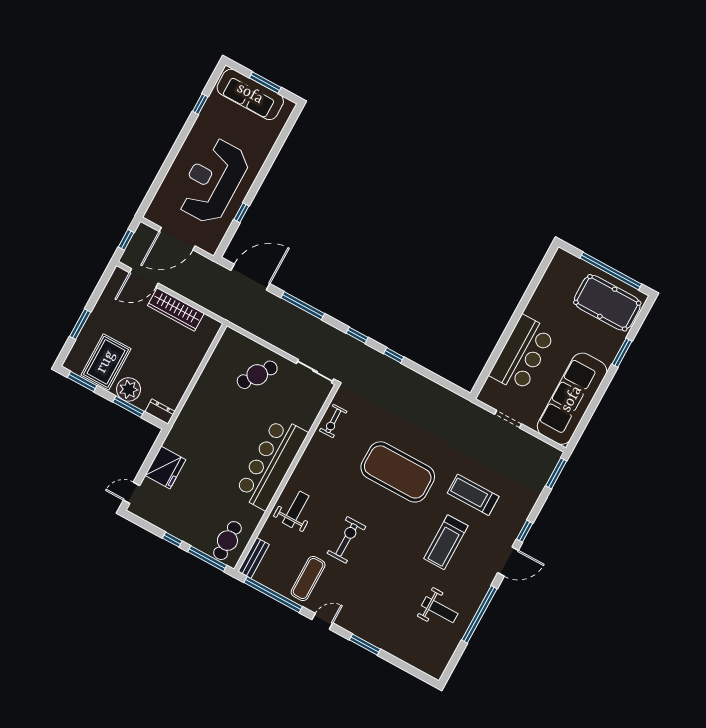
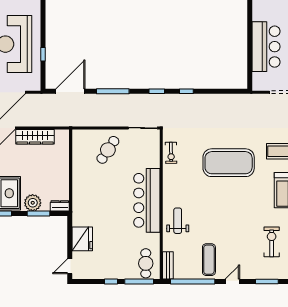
exercise bike: (346, 540) -> (272, 242), moved

